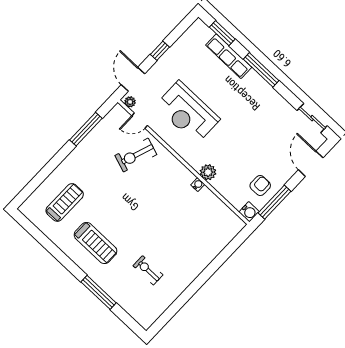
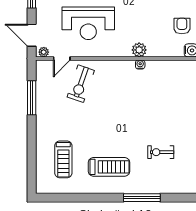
treadmill: (65, 202) -> (63, 159), turned 180

